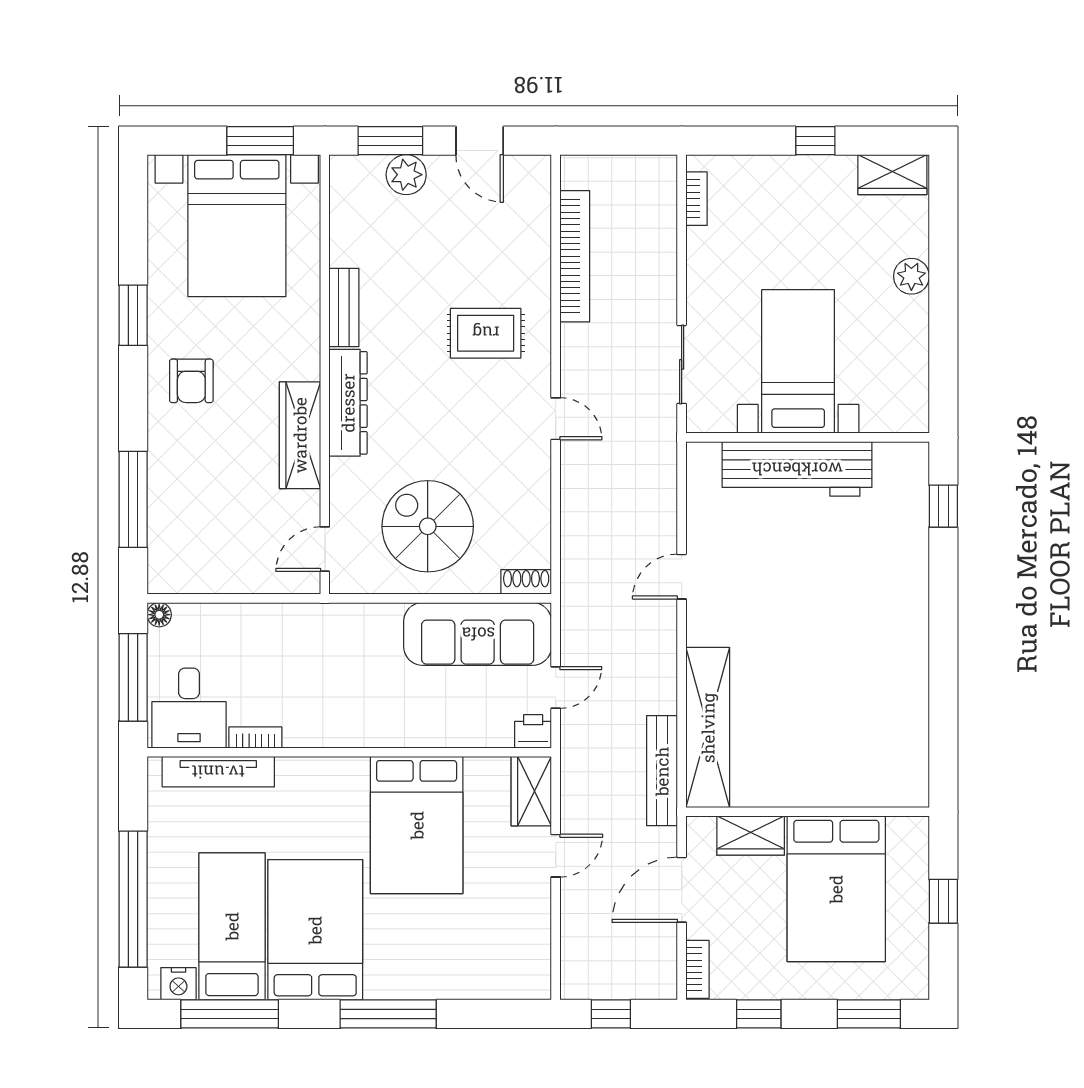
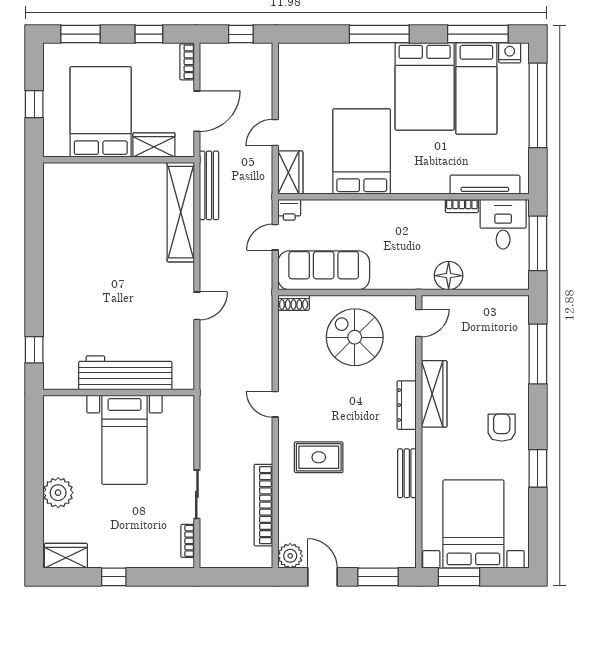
plant: (406, 175) -> (290, 556), moved
plant: (911, 276) -> (58, 493), width x1.36, depth x1.36
sliding door: (682, 364) -> (197, 494), moved
dresser: (348, 403) -> (407, 405), width x0.73, depth x0.80
spiral stairs: (428, 526) -> (355, 337), turned 180
floor lamp: (159, 615) -> (449, 276), moved, width x1.89, depth x1.89

